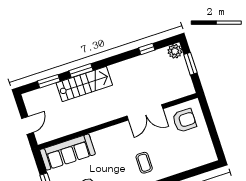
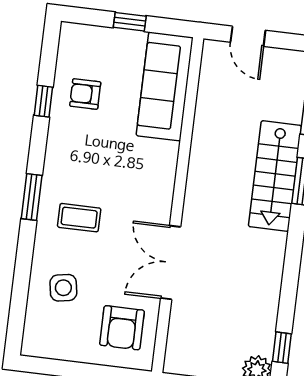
window: (147, 49) -> (282, 348), moved
side table: (179, 155) -> (63, 288), added

